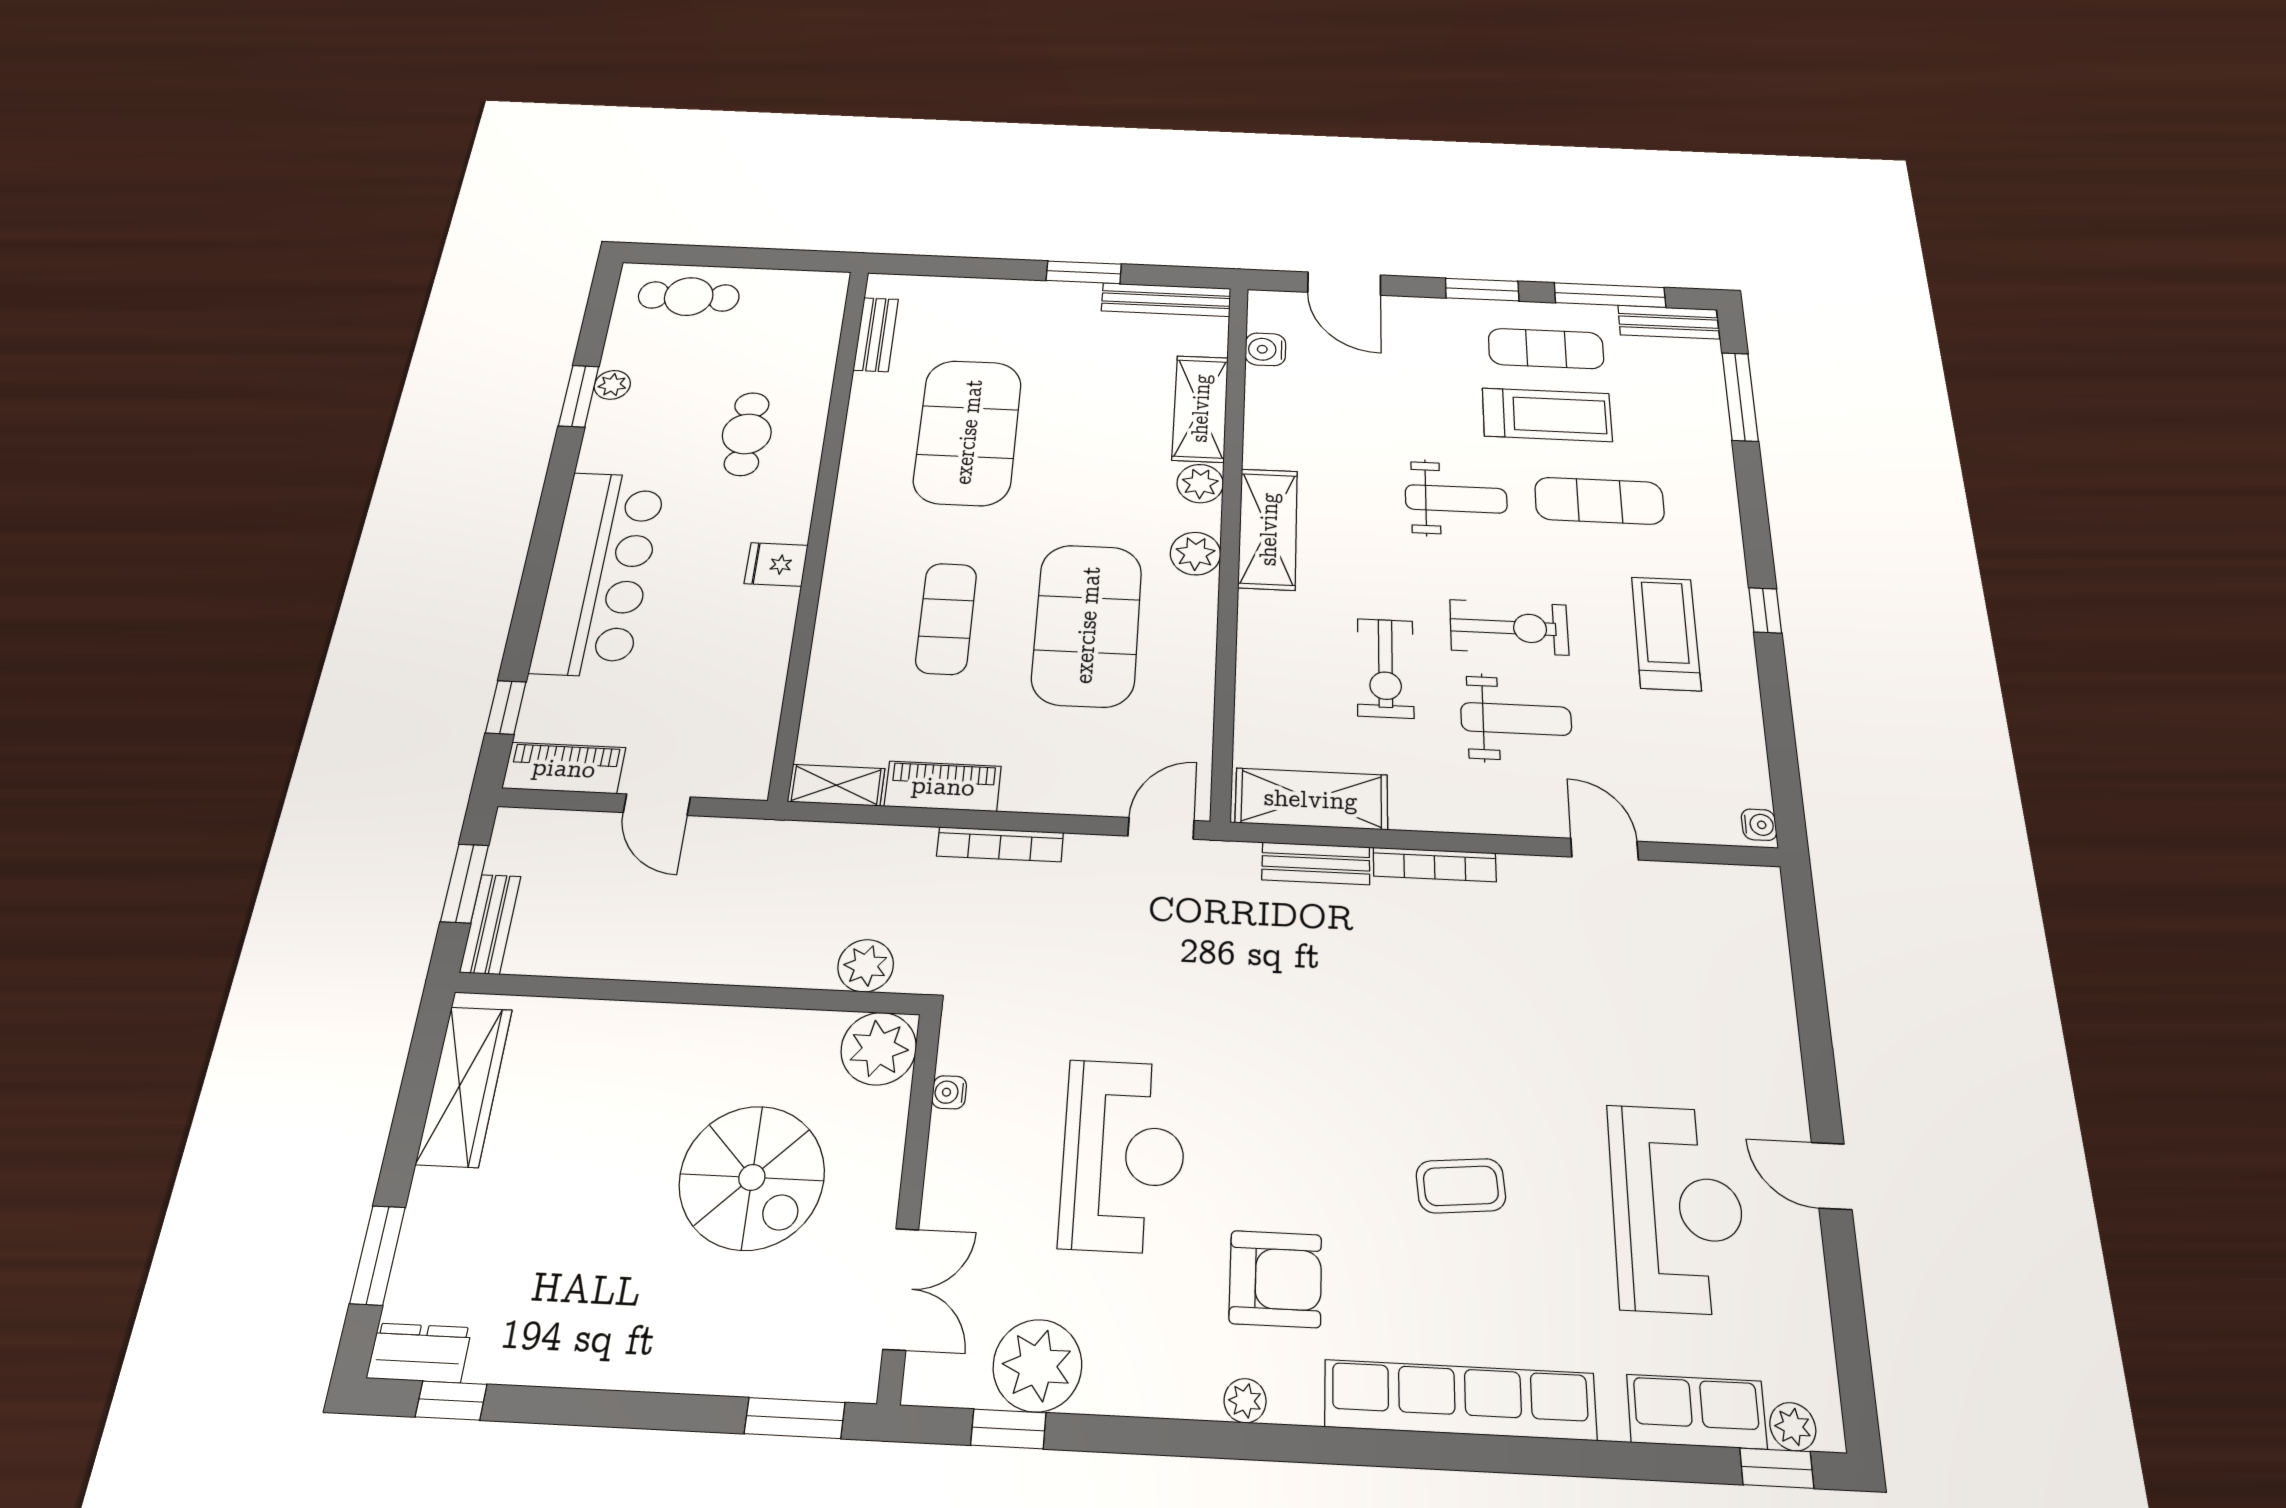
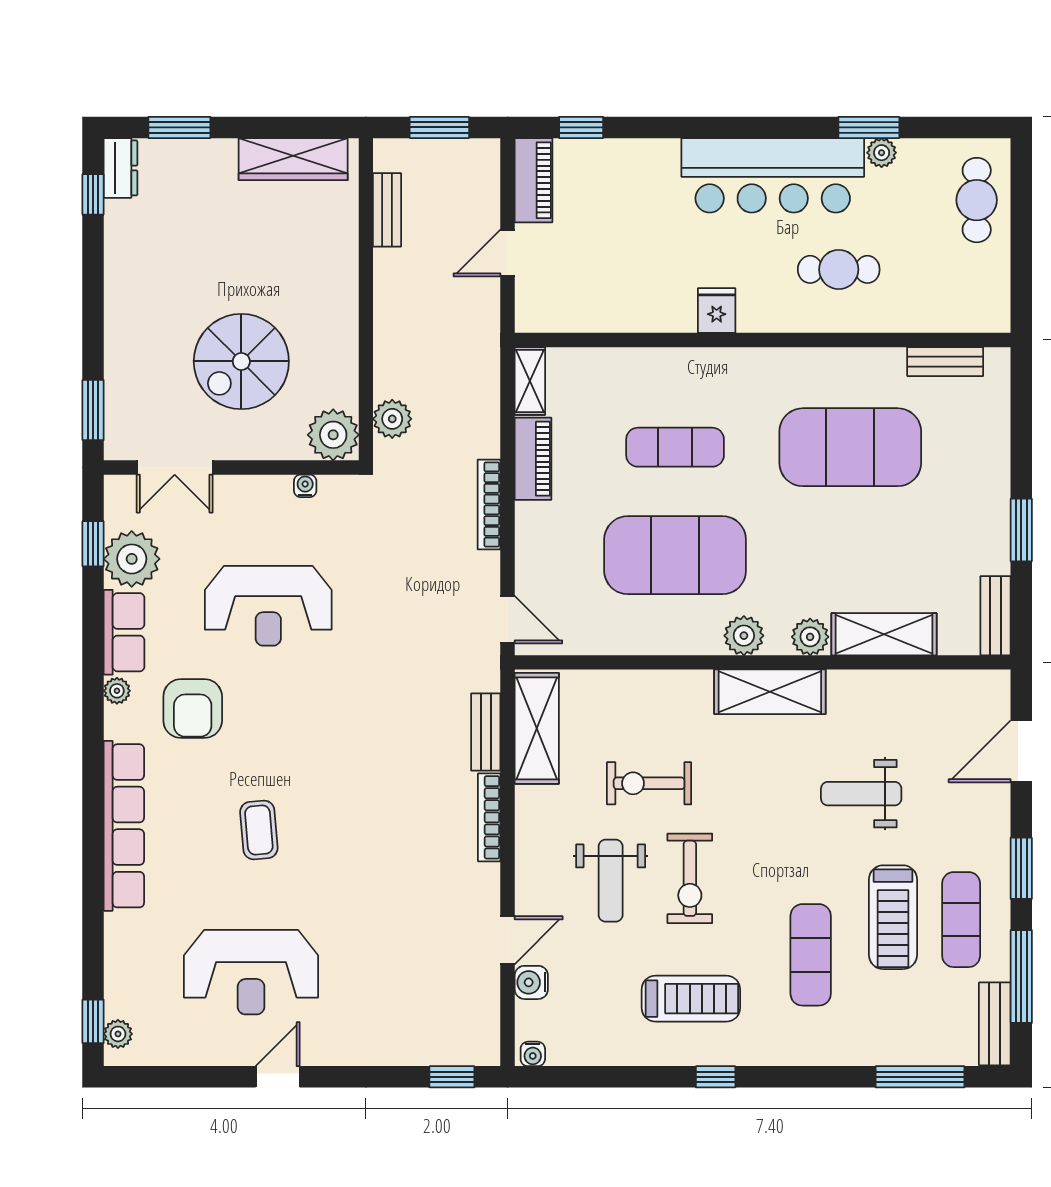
bench: (1166, 300) -> (996, 616), width x0.73
water cooler: (1265, 349) -> (531, 982), moved, turned -90
weight bench: (1456, 499) -> (861, 794), moved, turned 90
bar counter: (600, 573) -> (773, 175), moved
bench: (490, 924) -> (387, 210), moved, turned 90
window: (1803, 930) -> (452, 1077), added
row of seats: (1697, 1412) -> (124, 632), moved

